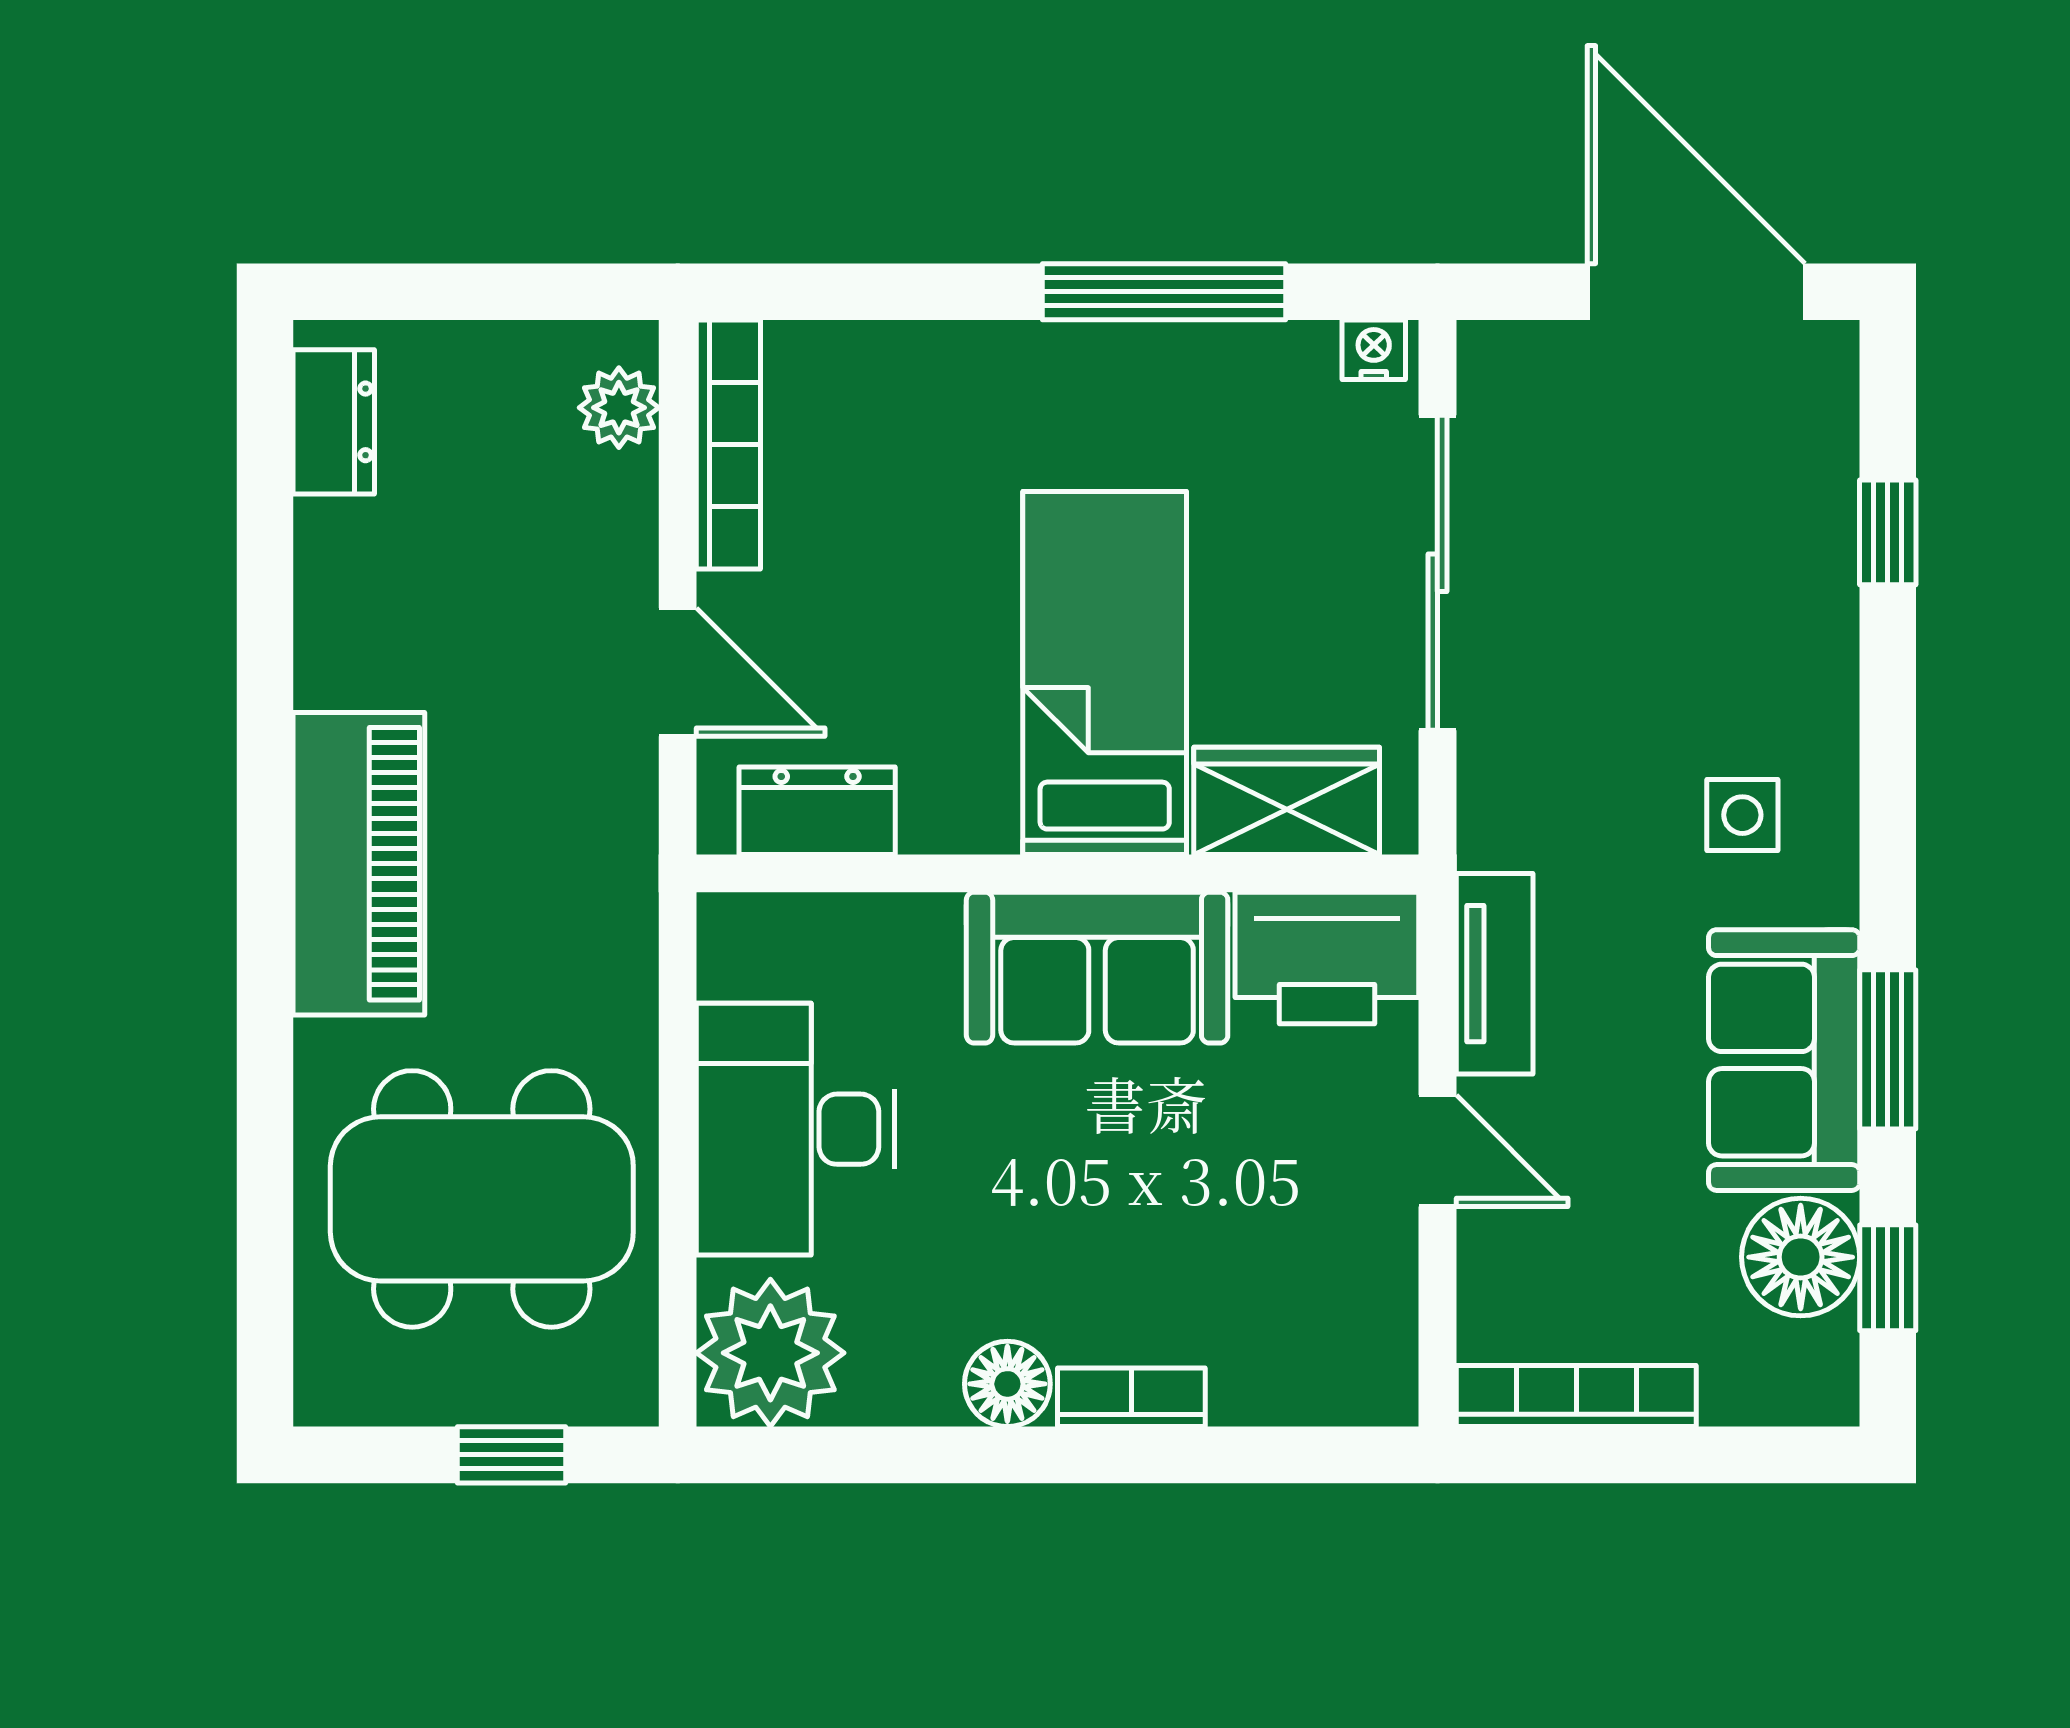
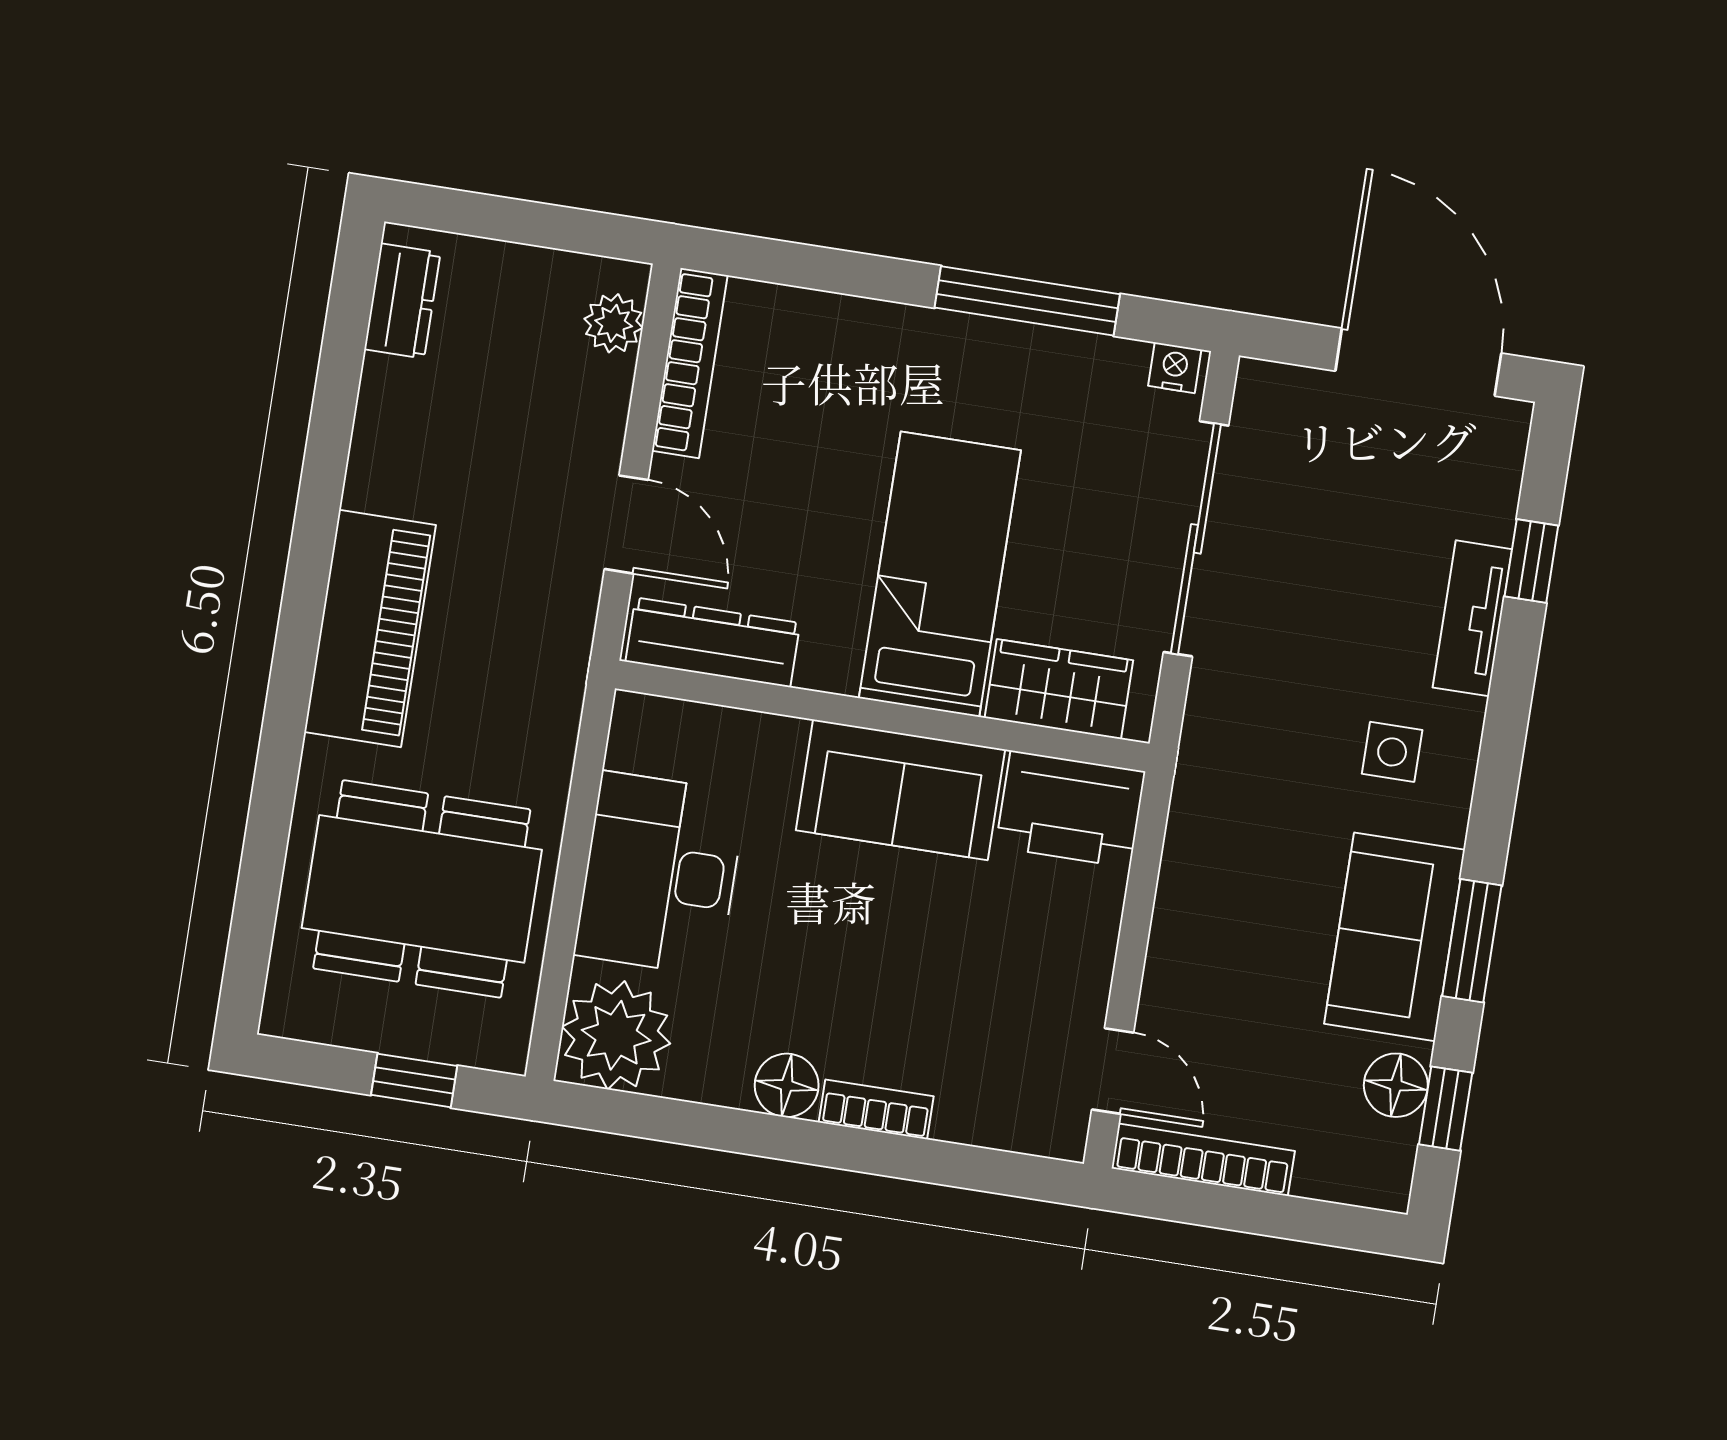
dresser: (817, 811) -> (713, 642), width x1.44
tv unit: (1495, 974) -> (1472, 618), moved, turned 180
door: (1437, 1151) -> (1113, 1071), moved
floor lamp: (1801, 1257) -> (1396, 1085), width x0.73, depth x0.73

